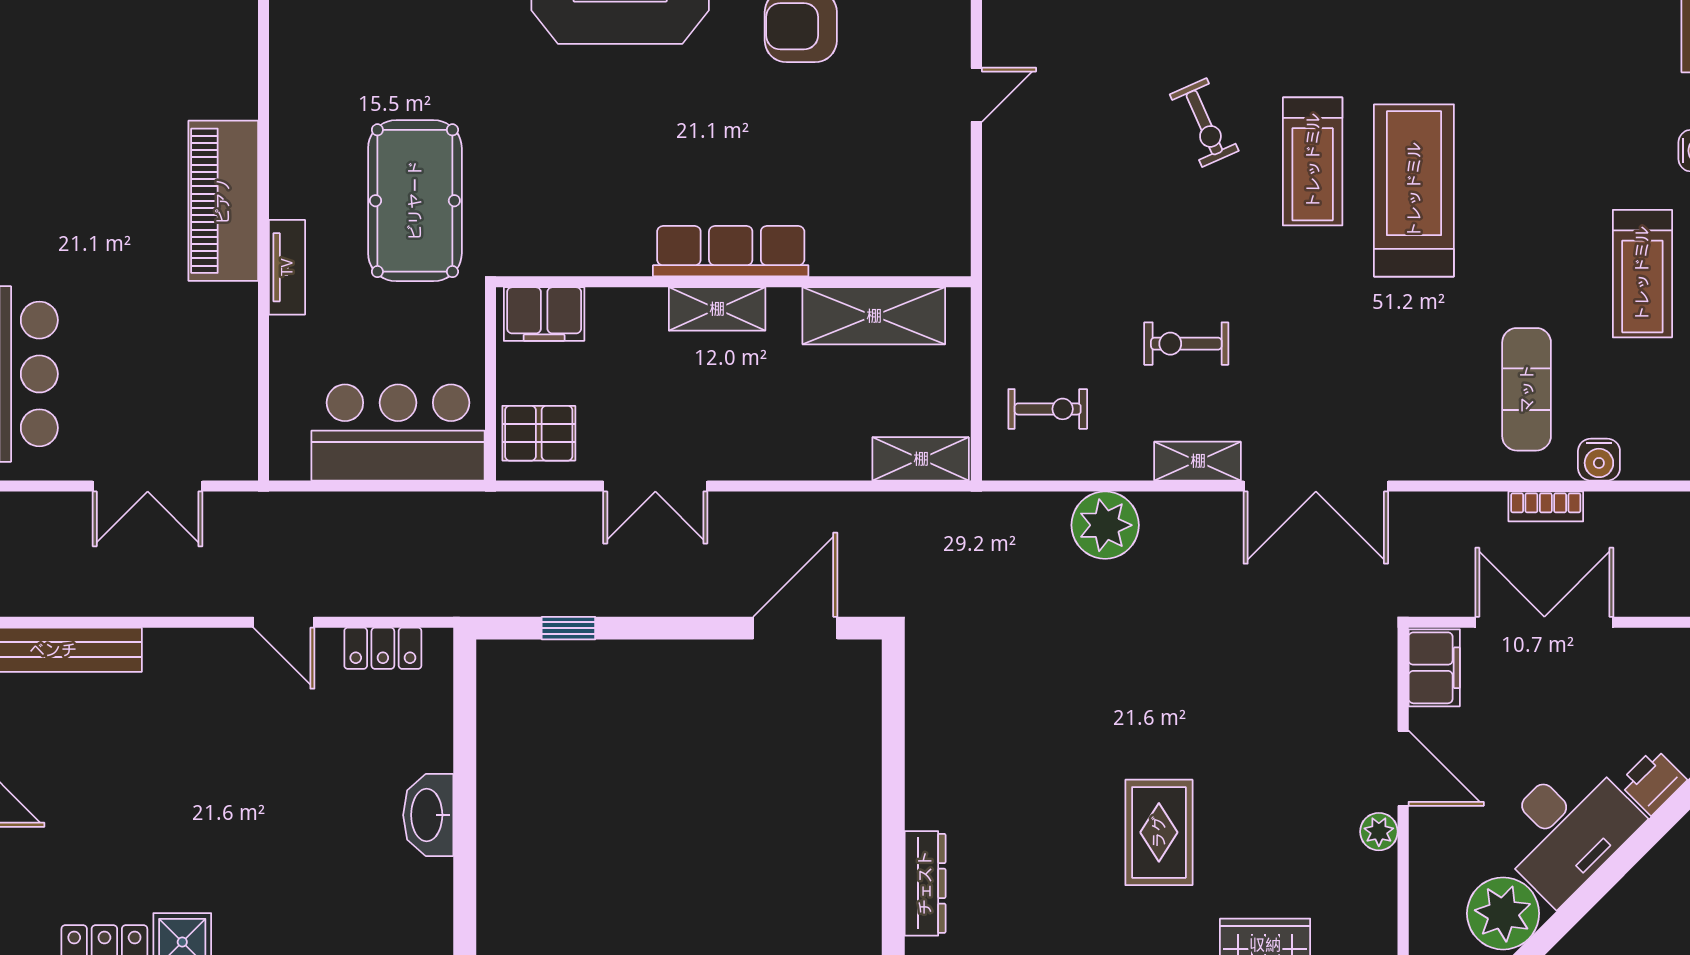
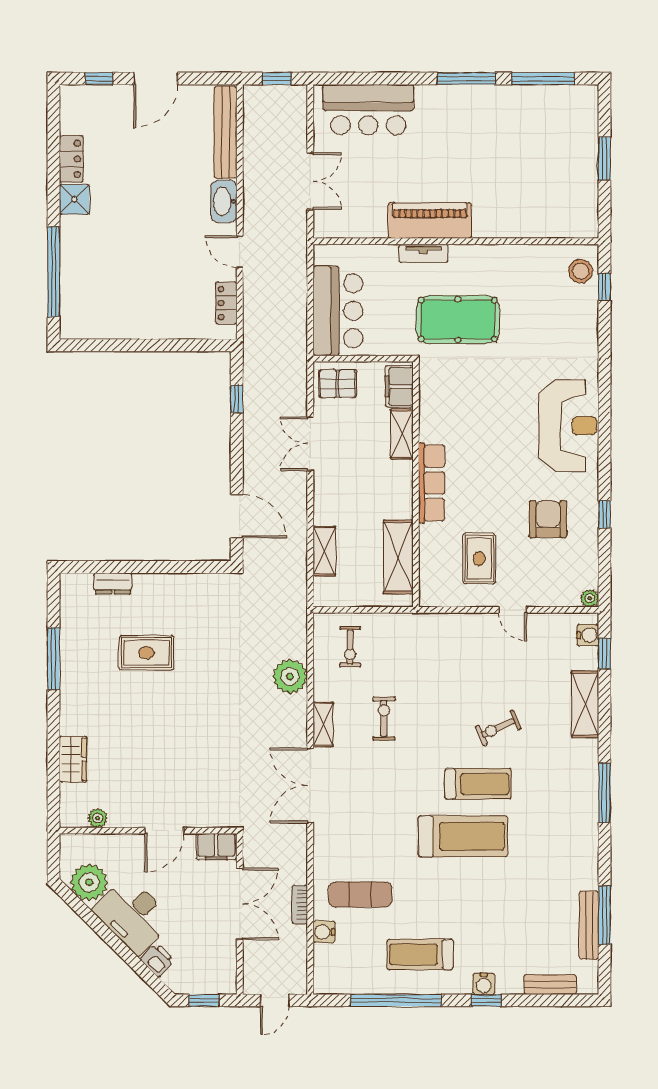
rug: (877, 159) -> (479, 559), added
treadmill: (1313, 161) -> (478, 784), turned 180
piano: (223, 201) -> (430, 220), moved
shelving: (717, 309) -> (402, 434), moved
pallet: (539, 433) -> (338, 384), turned 90
shelving: (921, 459) -> (324, 551), moved
double door: (148, 486) -> (310, 181), swing flipped
door: (284, 622) -> (240, 252), hinge flipped
washbasin: (428, 815) -> (224, 201), moved, turned -90
rug: (1159, 832) -> (146, 653), moved
plant: (1379, 832) -> (98, 818), moved
dresser: (925, 883) -> (113, 583), width x0.70

